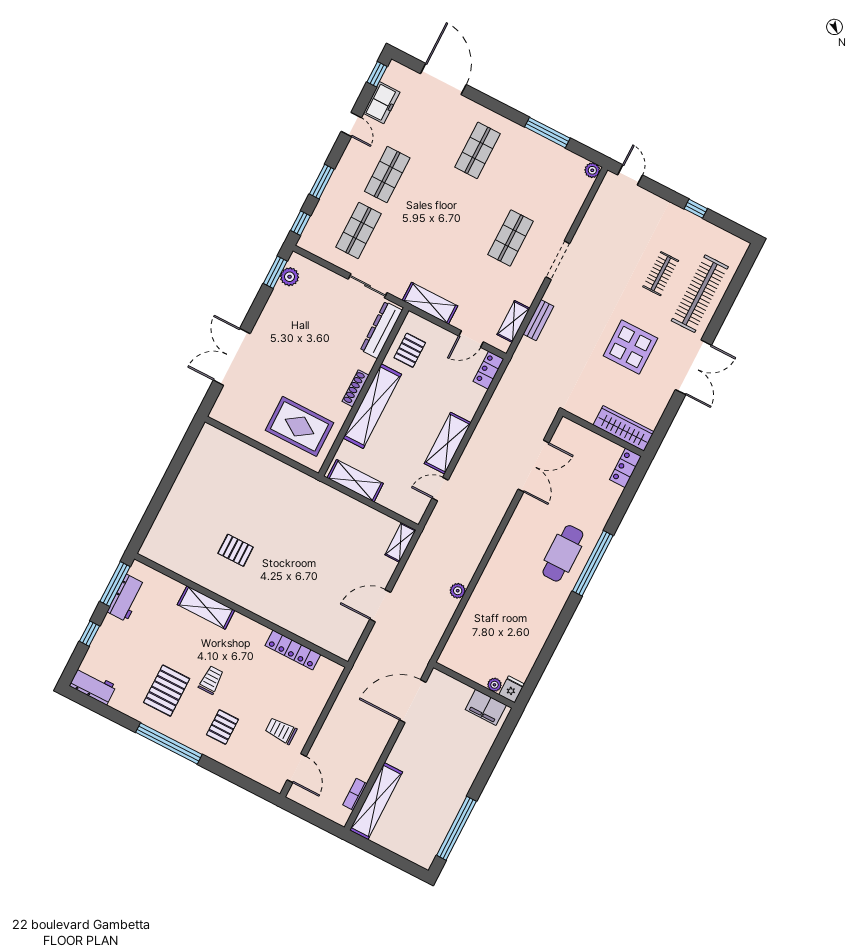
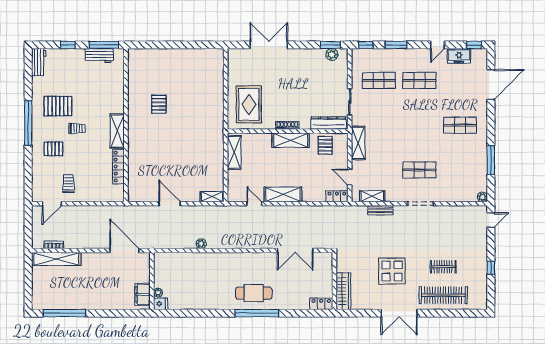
pallet: (410, 350) -> (325, 145), turned 90
shelving: (372, 406) -> (291, 140), width x0.68
shelving: (206, 607) -> (117, 131), moved

